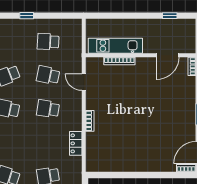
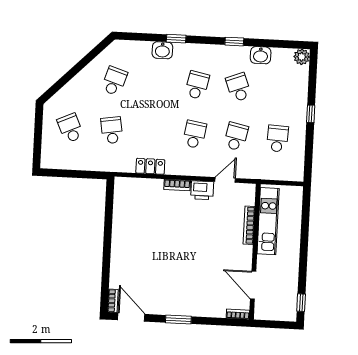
window: (170, 16) -> (301, 303), moved
printer: (93, 100) -> (202, 190), added

